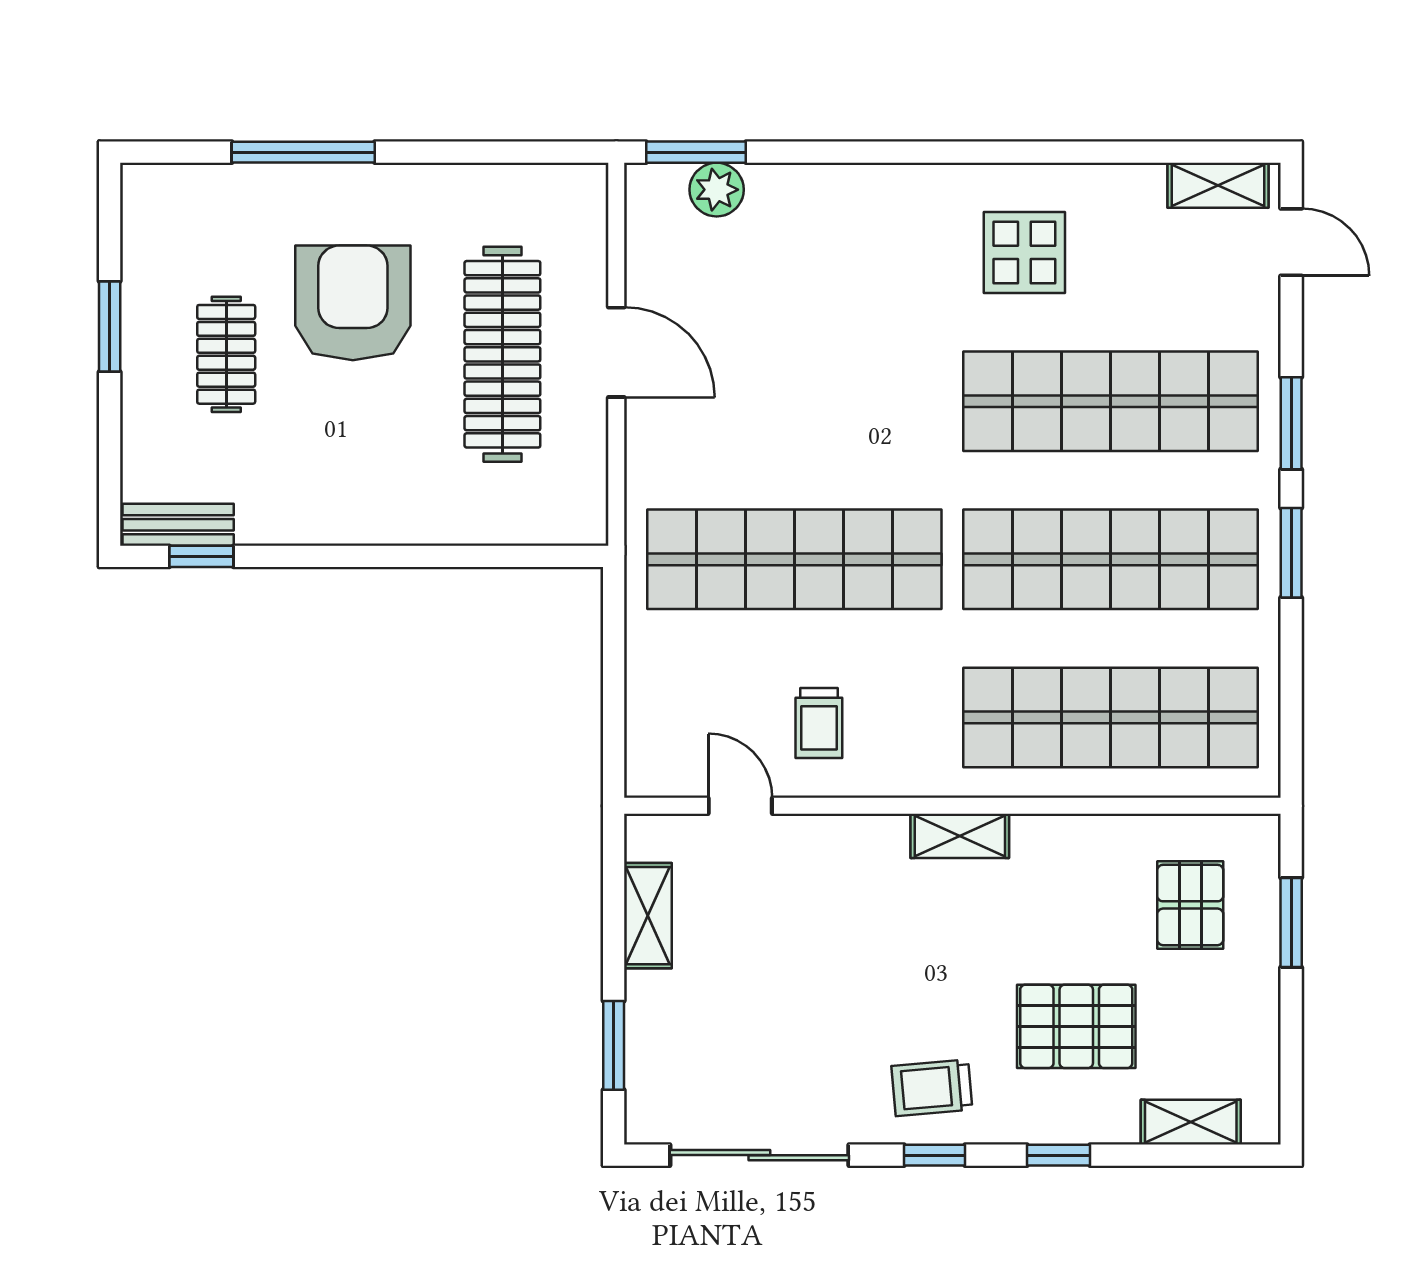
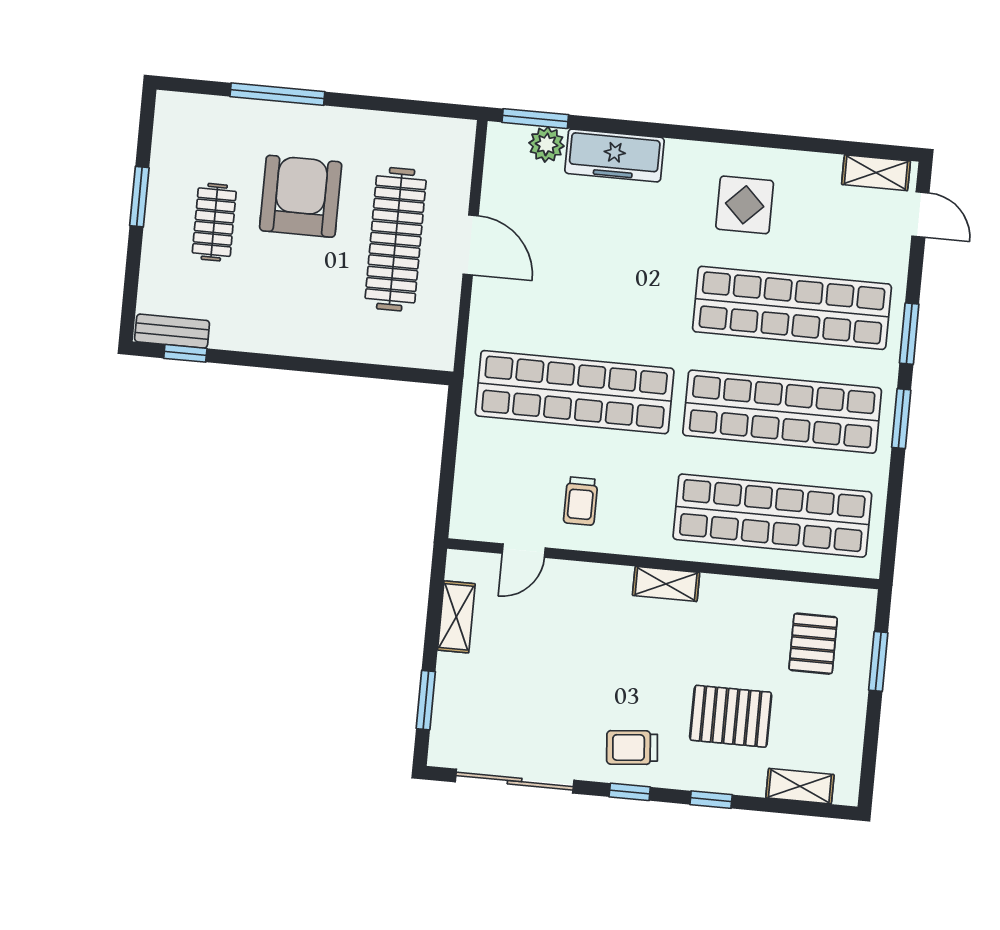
freezer: (821, 197) -> (614, 155), added
door: (740, 806) -> (524, 551), swing flipped

